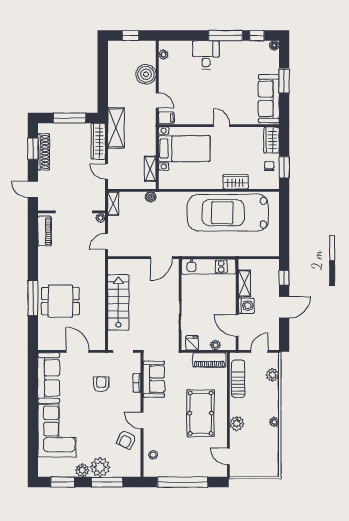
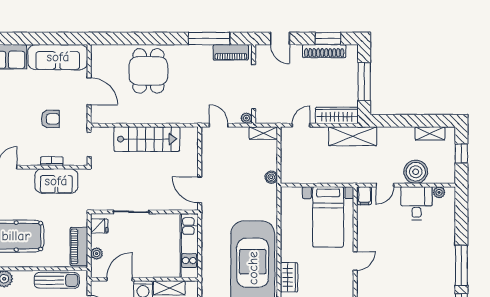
desk: (206, 55) -> (417, 203), moved, turned -90
shelving: (150, 169) -> (430, 133), moved
door: (33, 189) -> (280, 38), swing flipped
window: (33, 298) -> (209, 38), moved
door: (78, 351) -> (89, 91), hinge flipped

